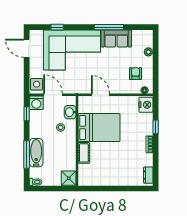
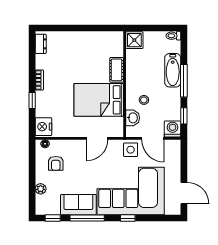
window: (57, 27) -> (128, 218), moved
window: (138, 27) -> (53, 218), added
side table: (37, 84) -> (131, 150), moved
door: (100, 95) -> (97, 138), hinge flipped
window: (27, 155) -> (184, 81), moved

